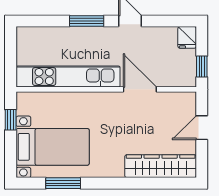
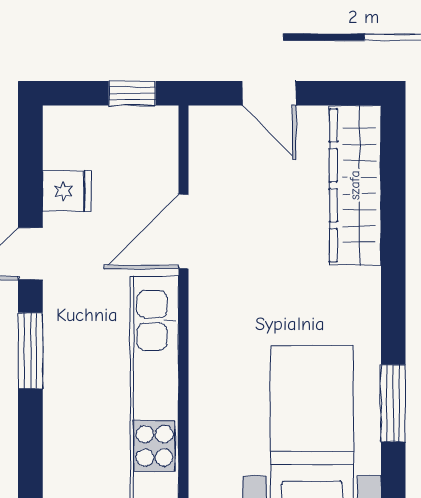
fridge: (187, 37) -> (67, 191), moved

